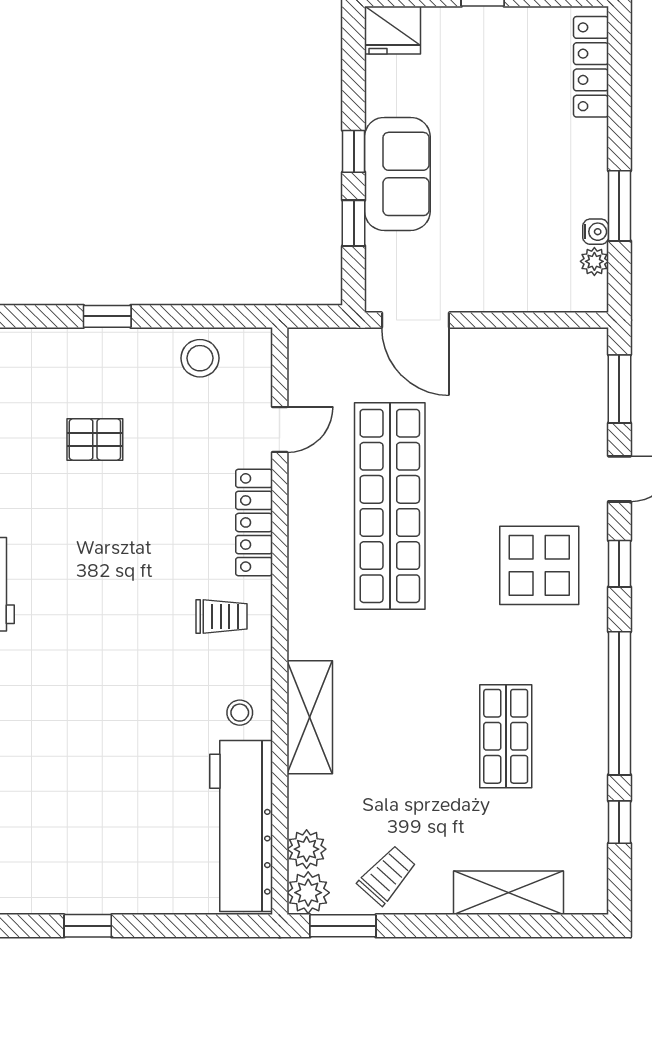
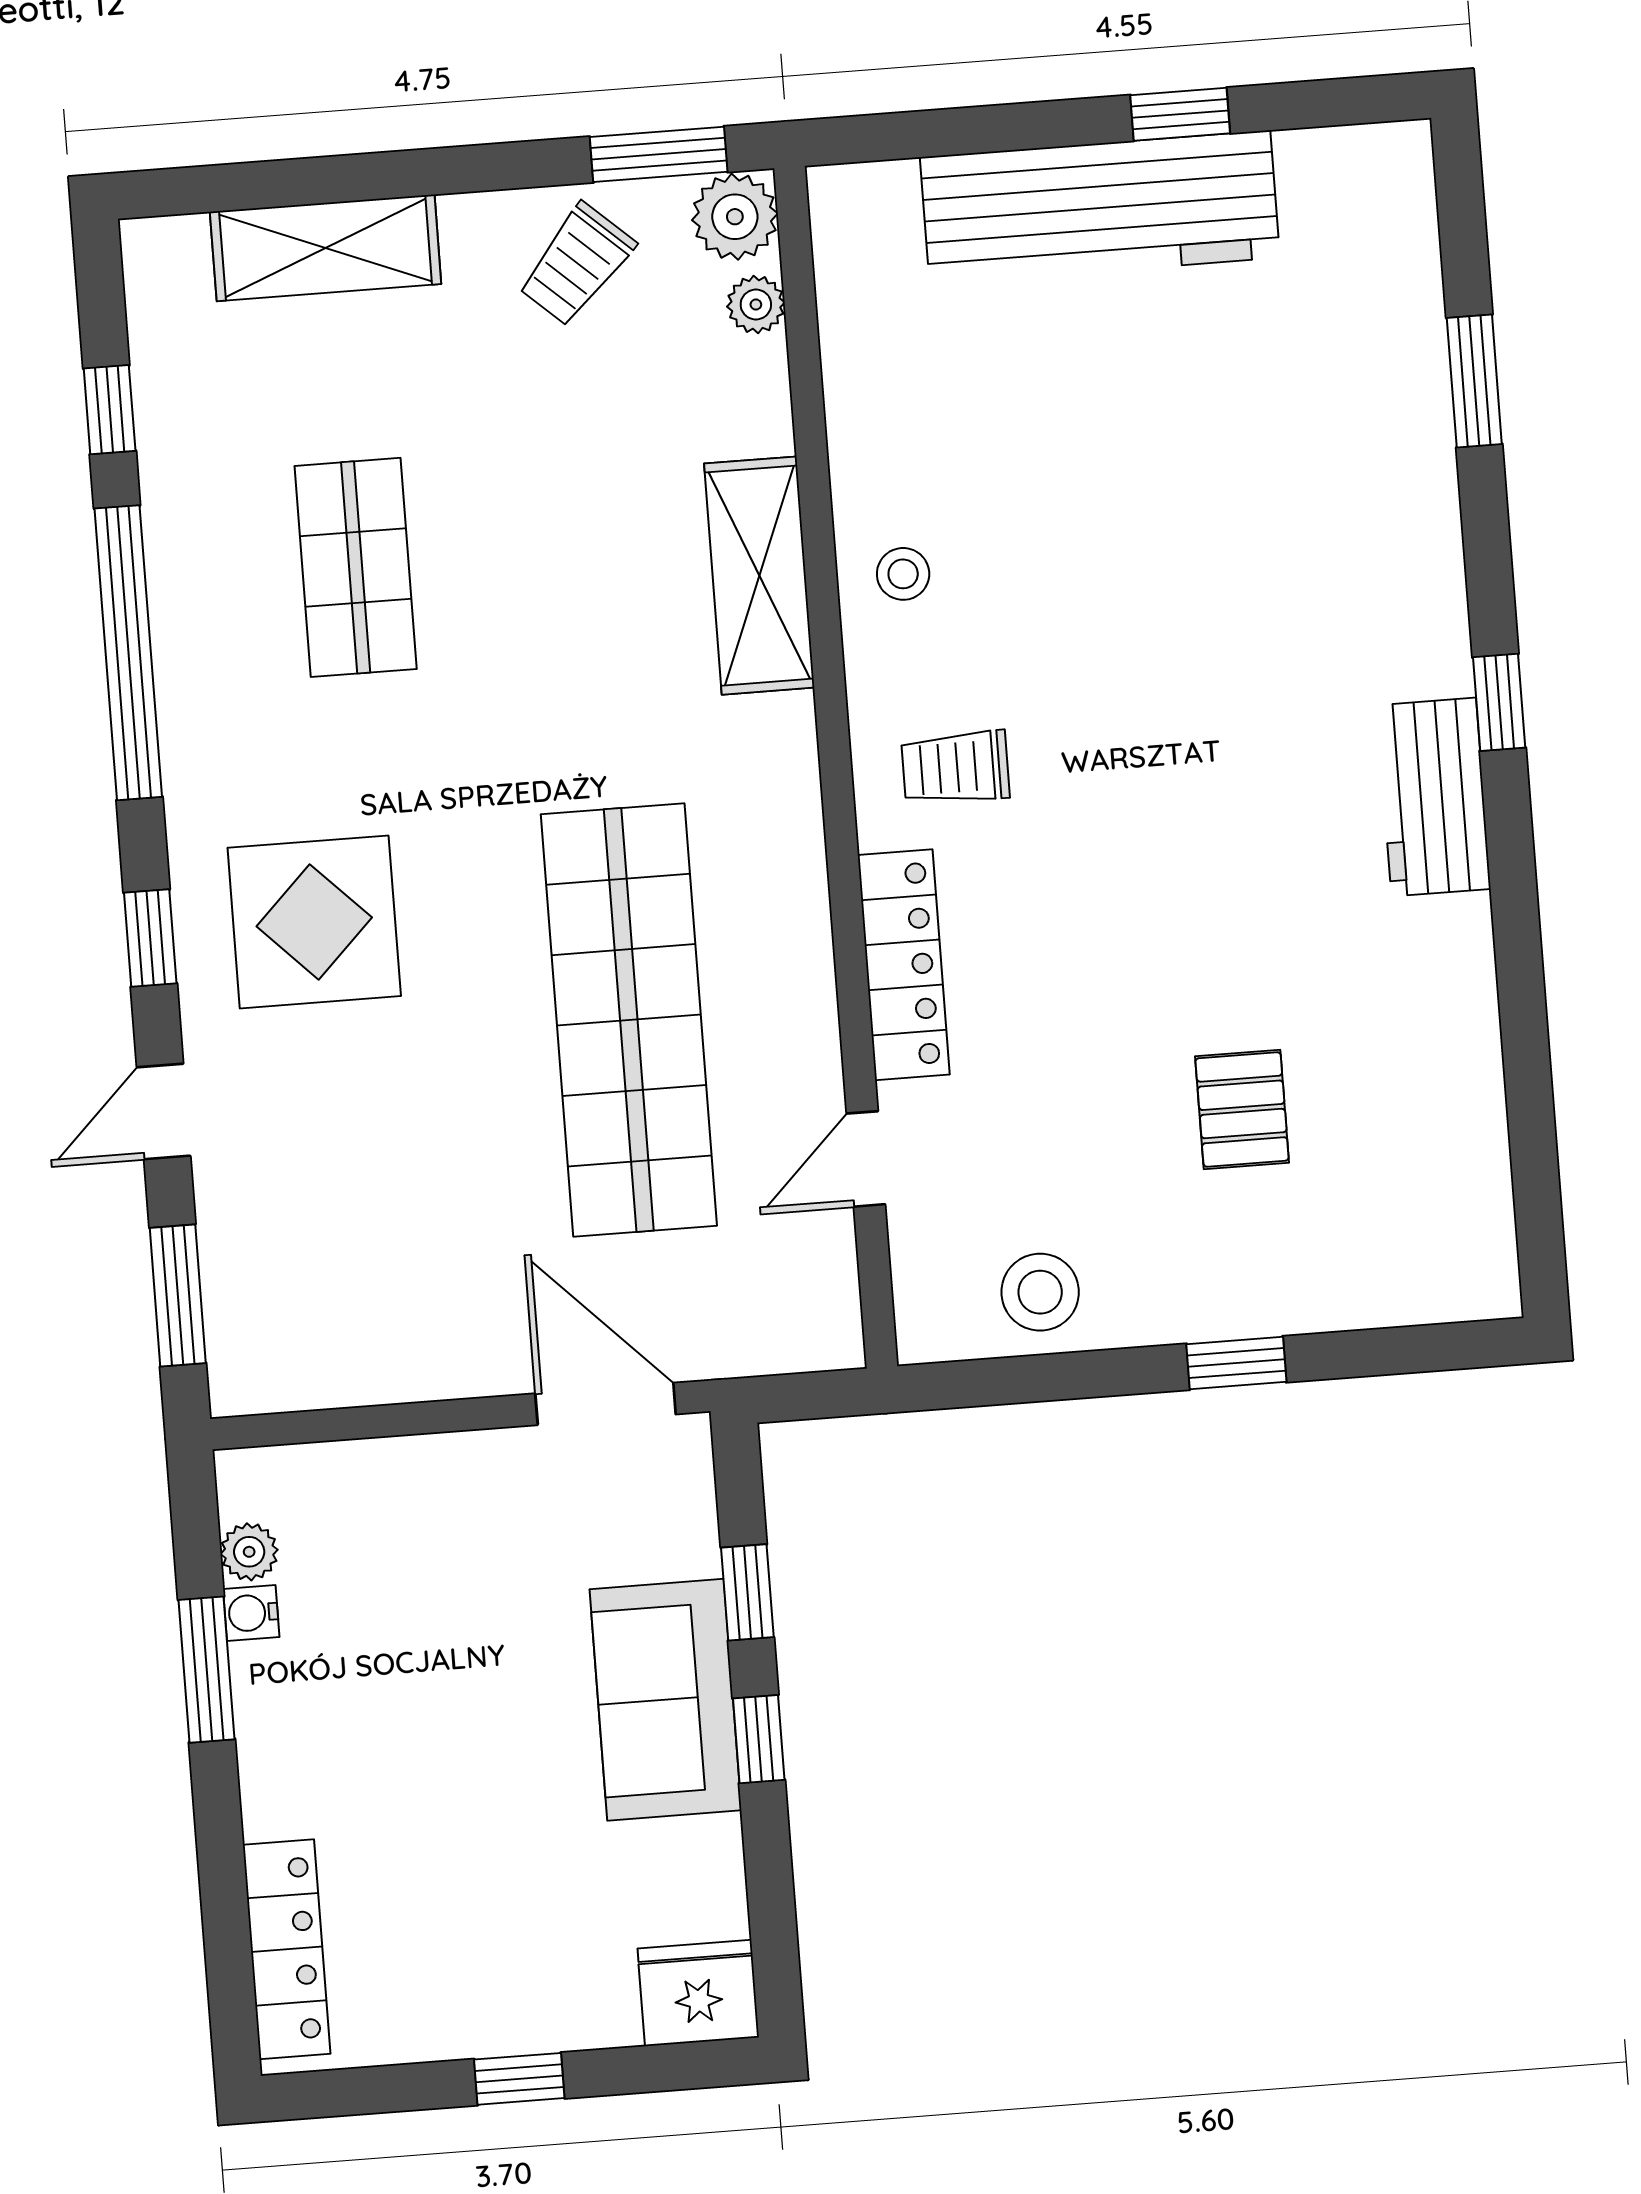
pallet: (95, 439) -> (1242, 1109), turned 90
workbench: (241, 826) -> (1100, 207), moved, turned 90
plant: (307, 849) -> (756, 305), width x0.73, depth x0.73

